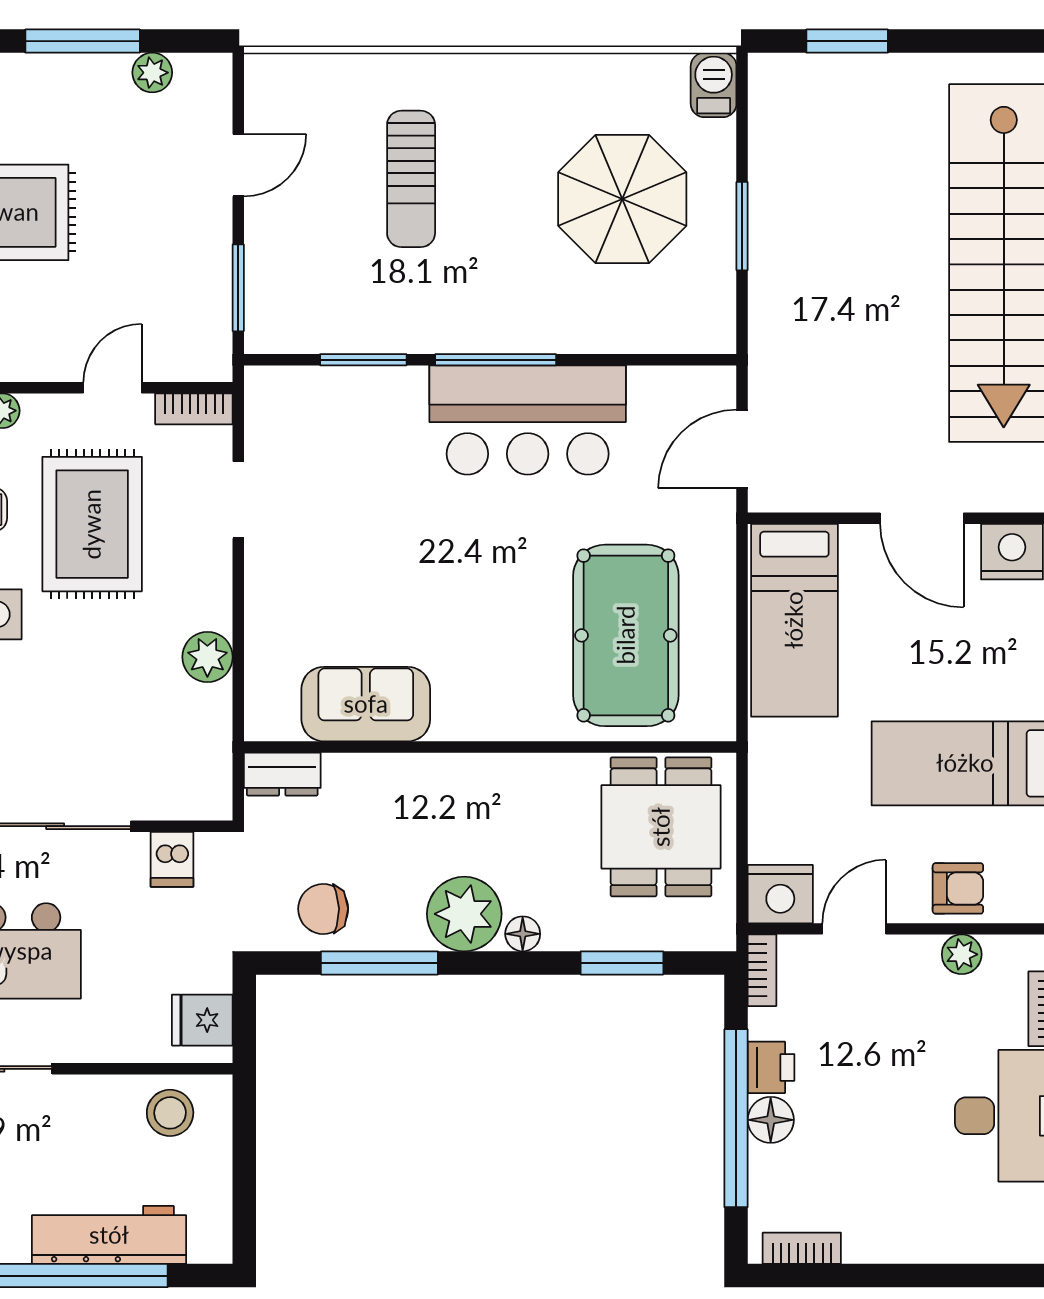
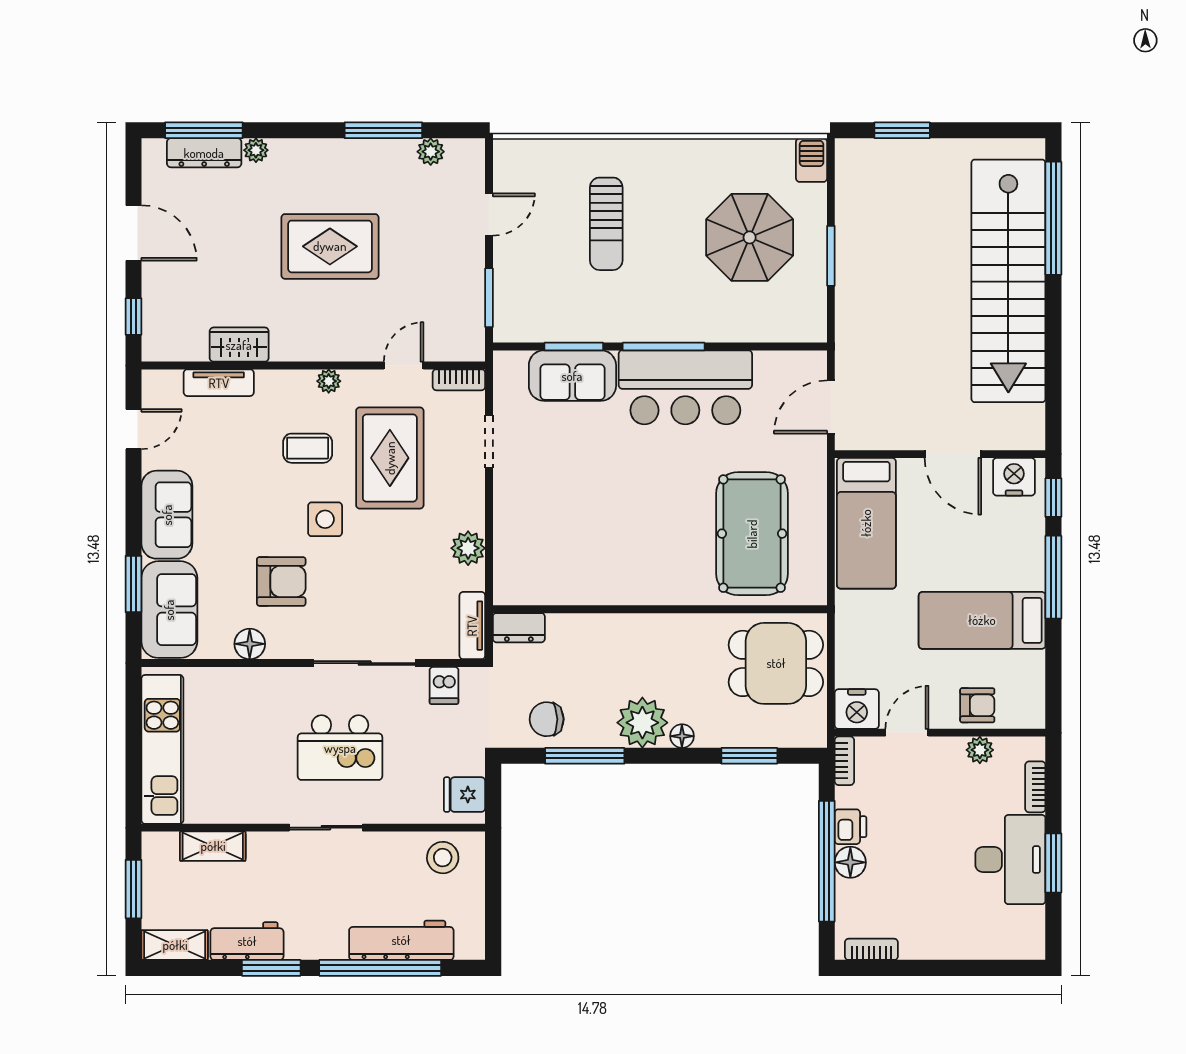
sofa: (366, 704) -> (572, 376), moved, turned 180
tv unit: (214, 771) -> (472, 626), added
dining table: (661, 827) -> (776, 663), turned 90

